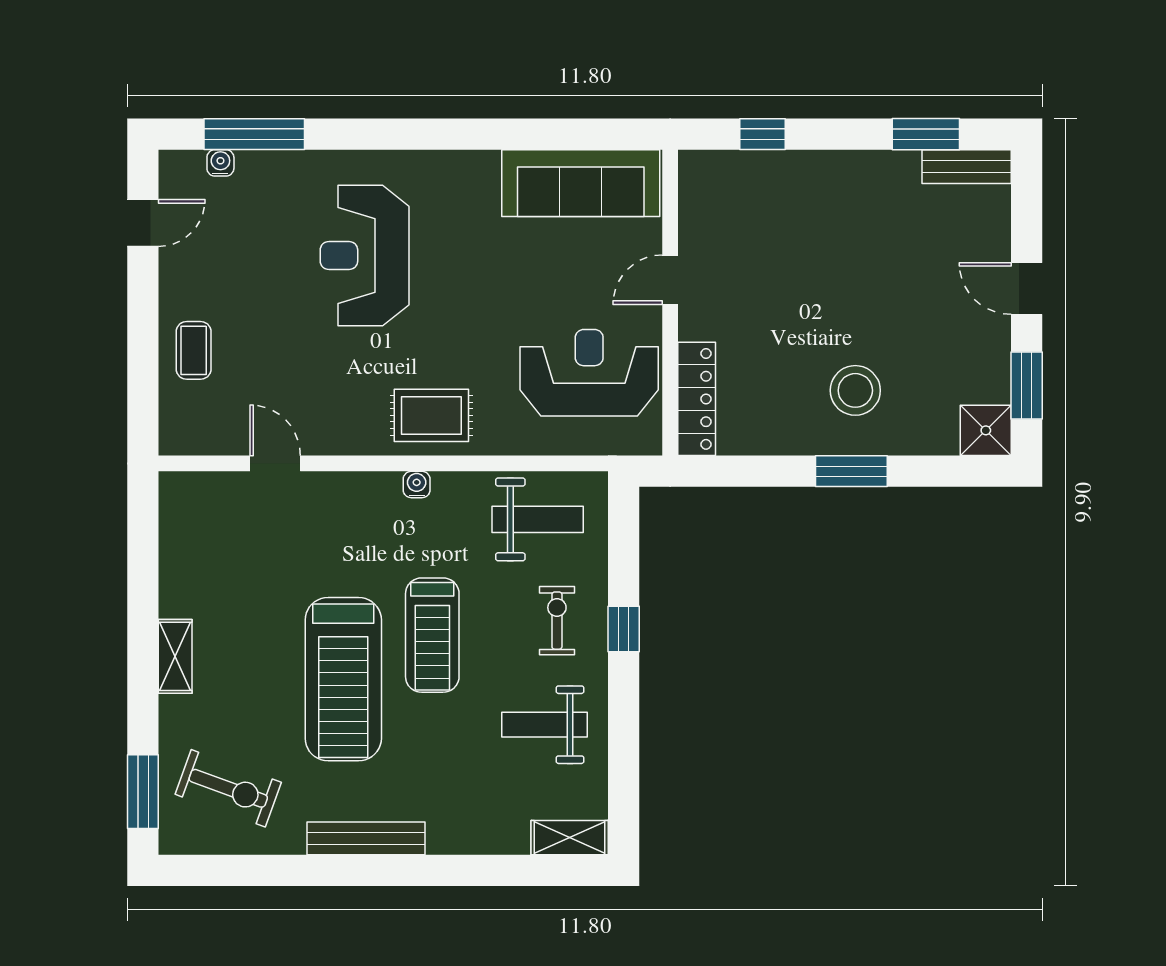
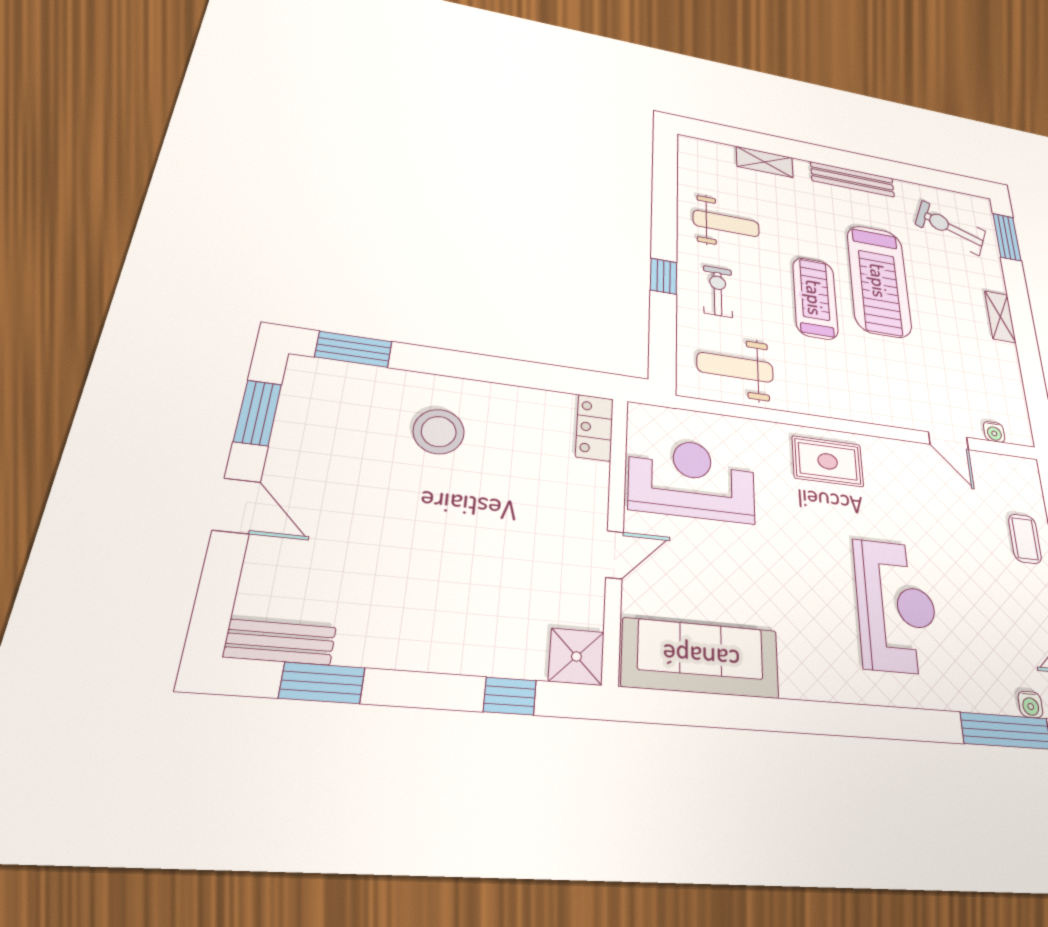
reception desk: (589, 373) -> (692, 479), turned 180
locker: (697, 399) -> (595, 428), width x0.66
shower: (986, 430) -> (576, 657), moved
window: (851, 471) -> (354, 349), moved
water cooler: (417, 485) -> (994, 432), moved
exercise bike: (557, 621) -> (718, 291), turned 180
treadmill: (343, 679) -> (879, 281), turned 180
shelving: (570, 838) -> (765, 162), moved

